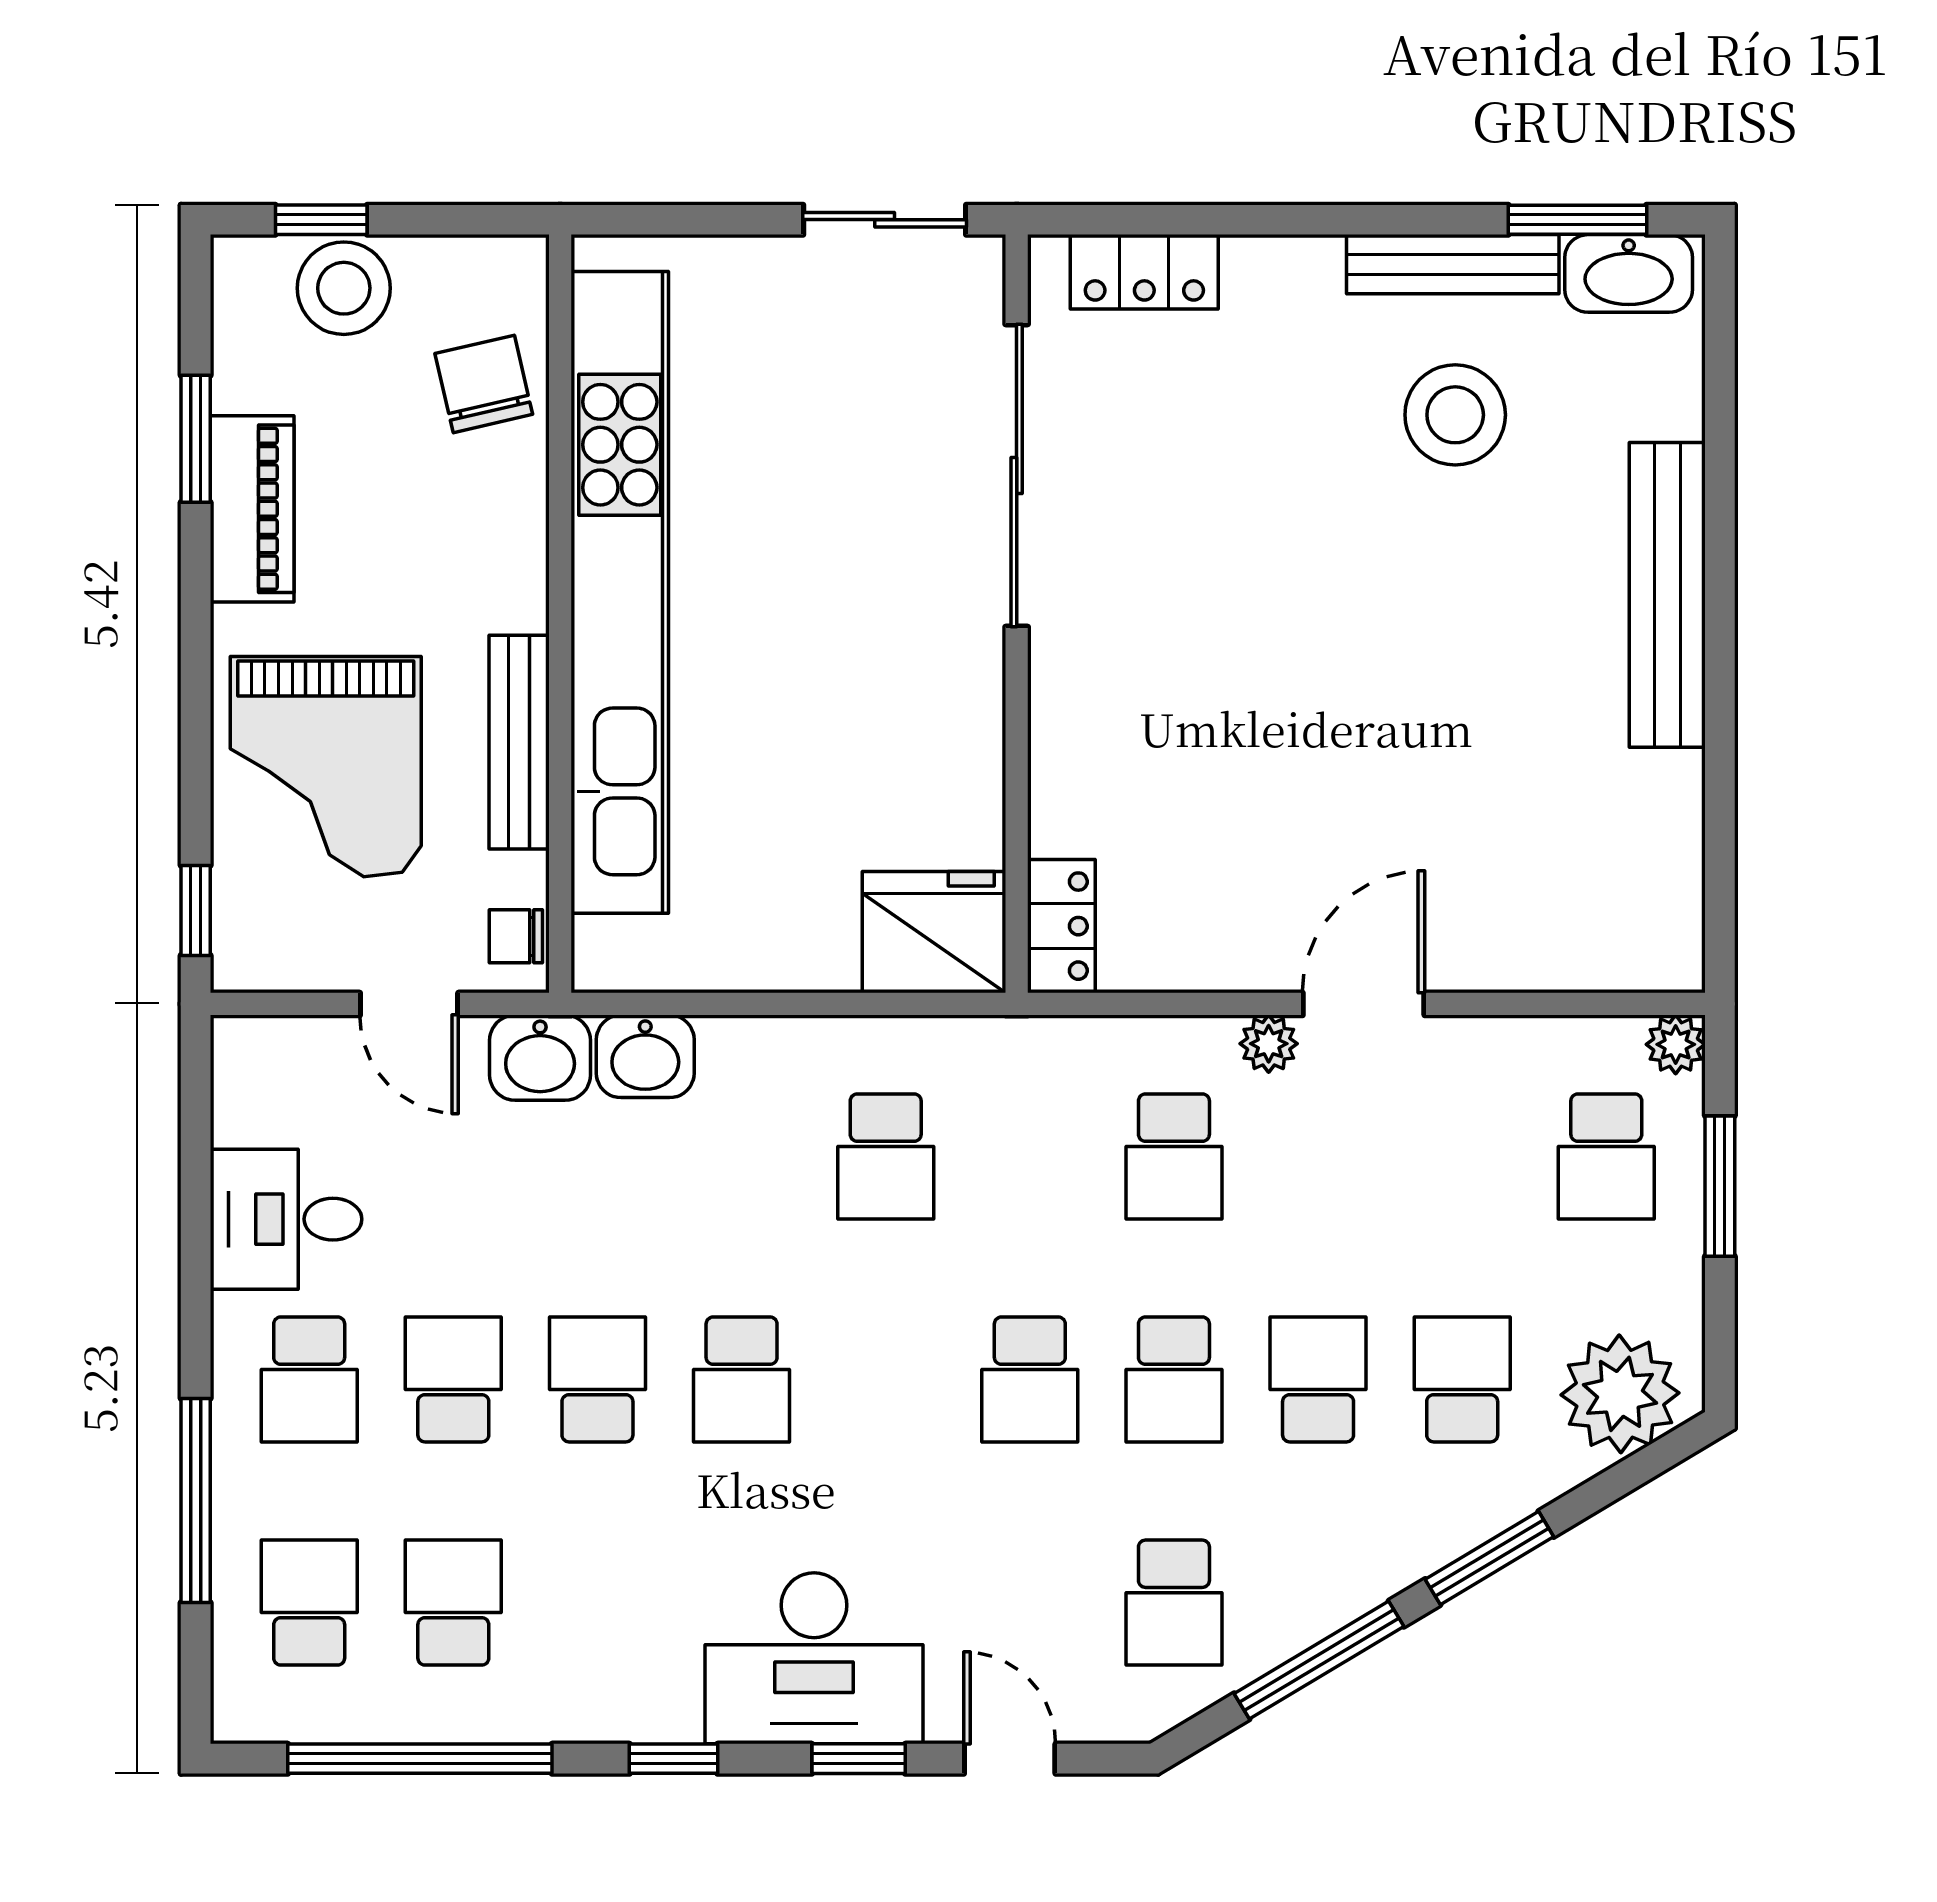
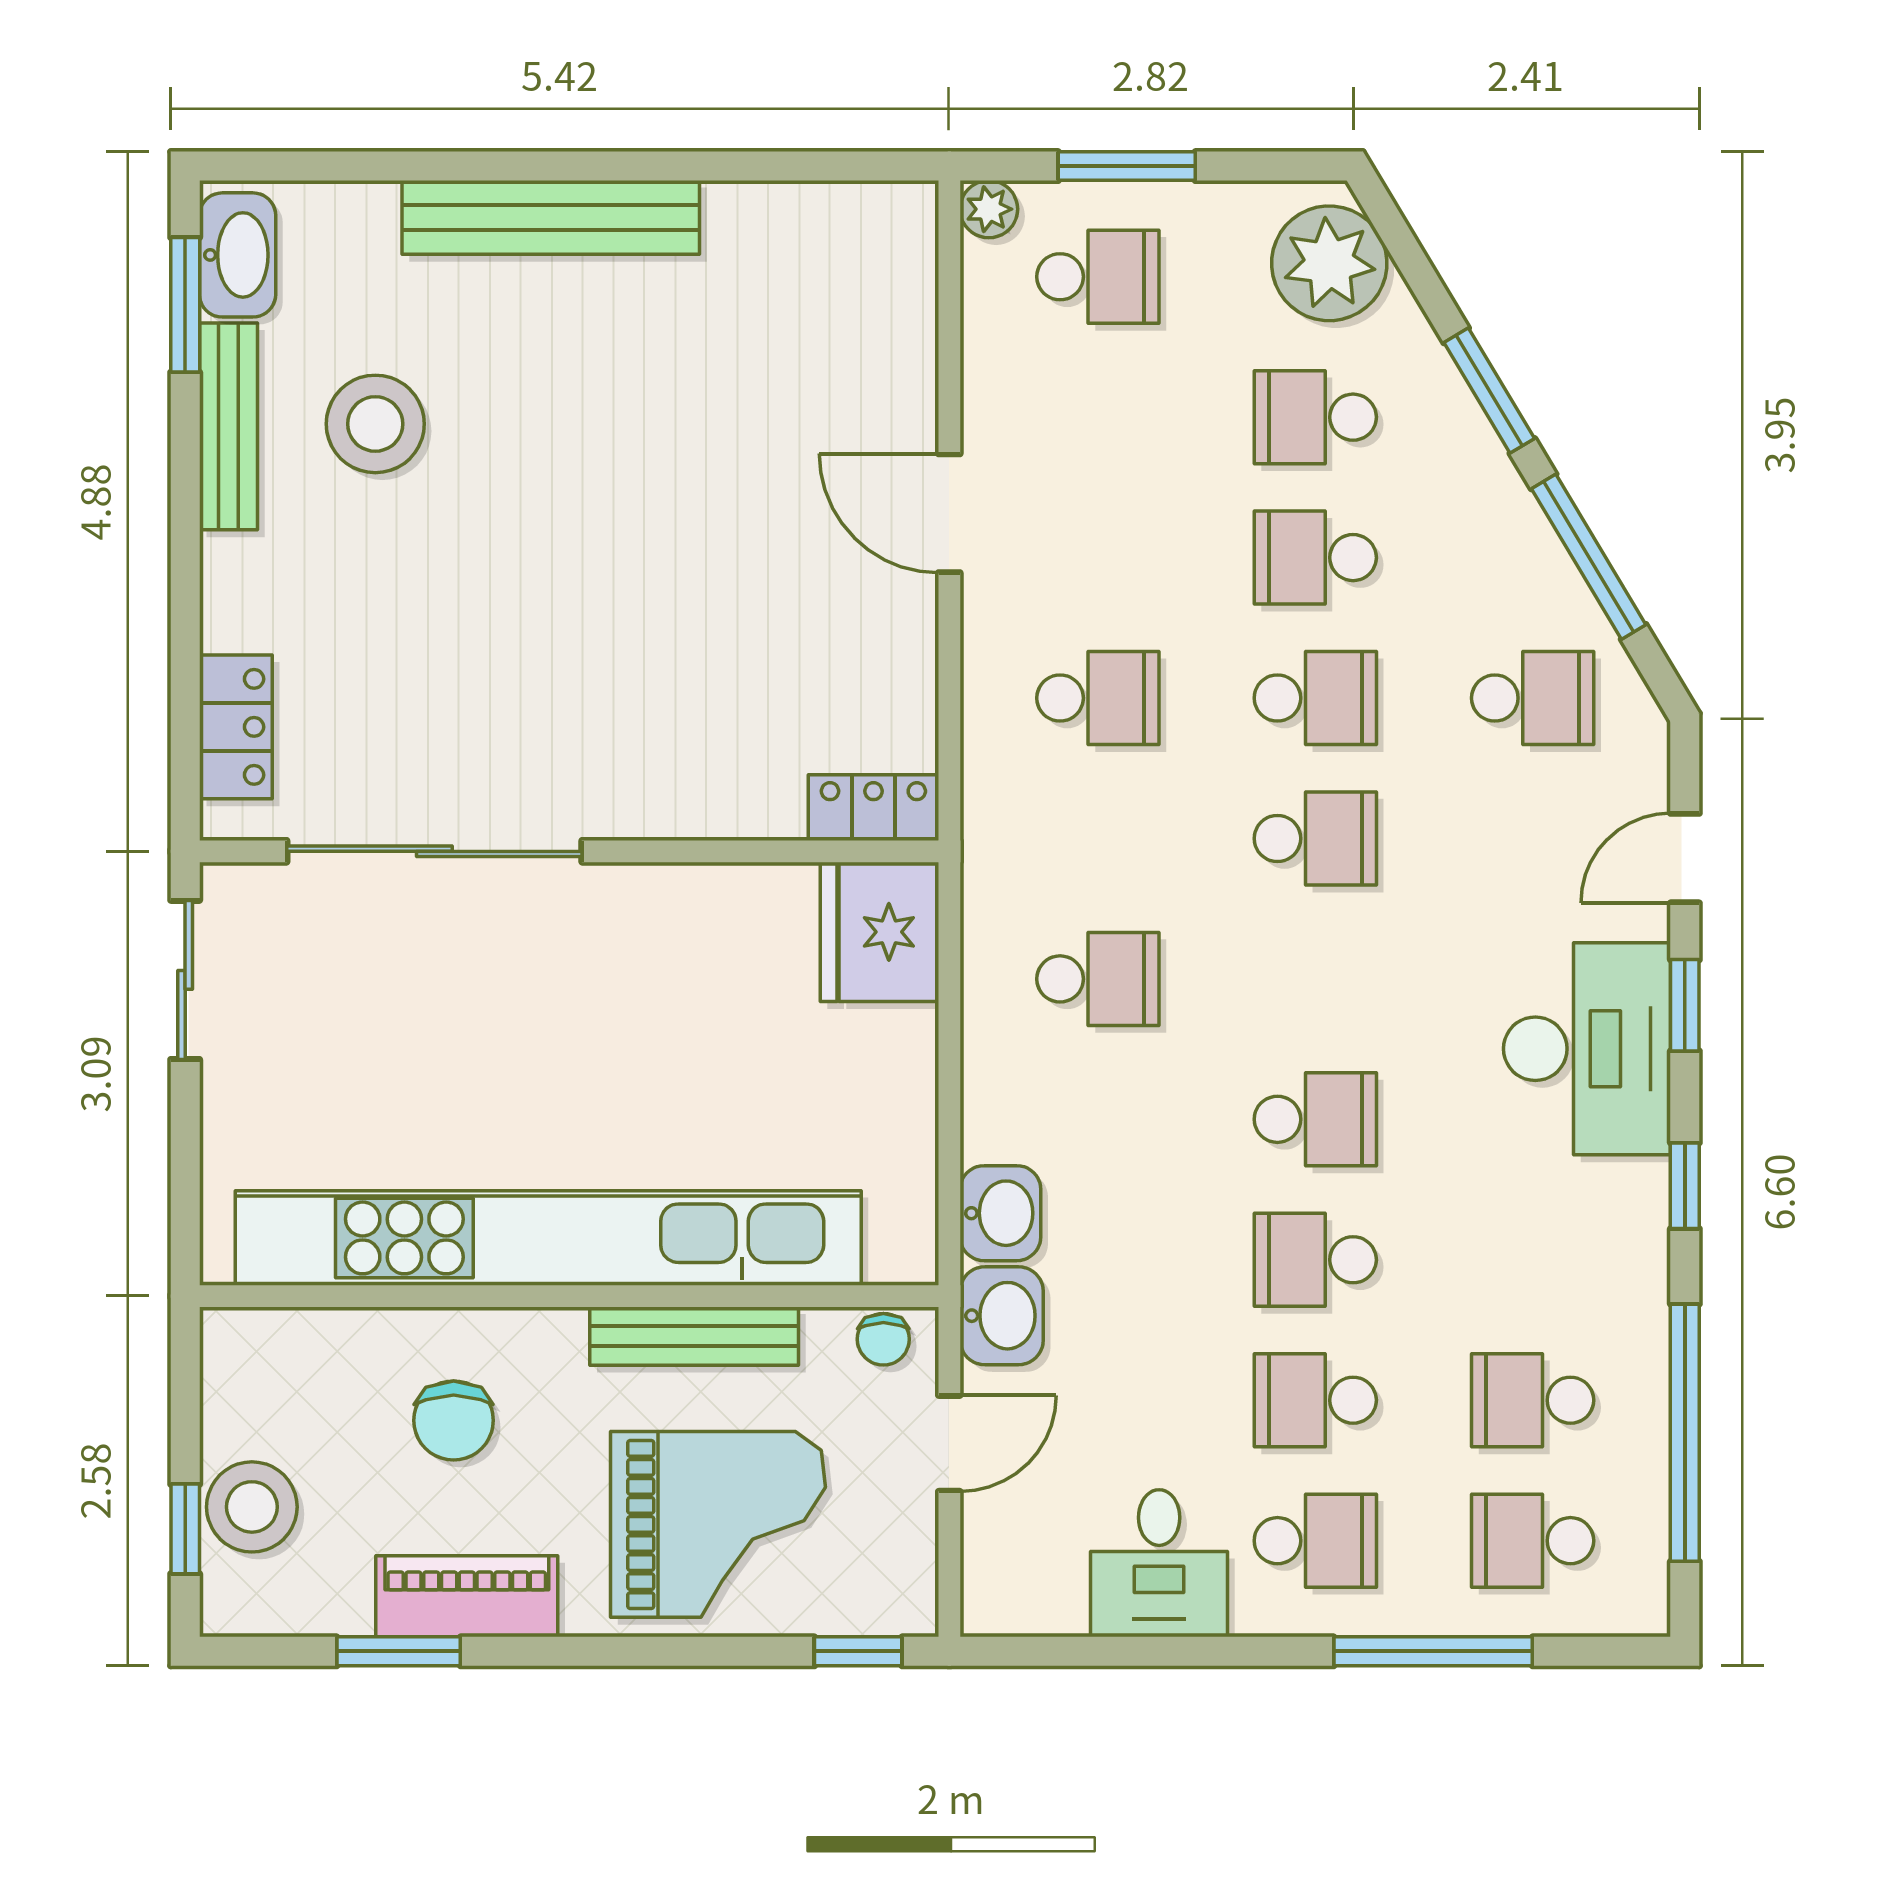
chair: (484, 384) -> (454, 1420), moved, turned -77
plant: (1269, 1044) -> (988, 606), removed

